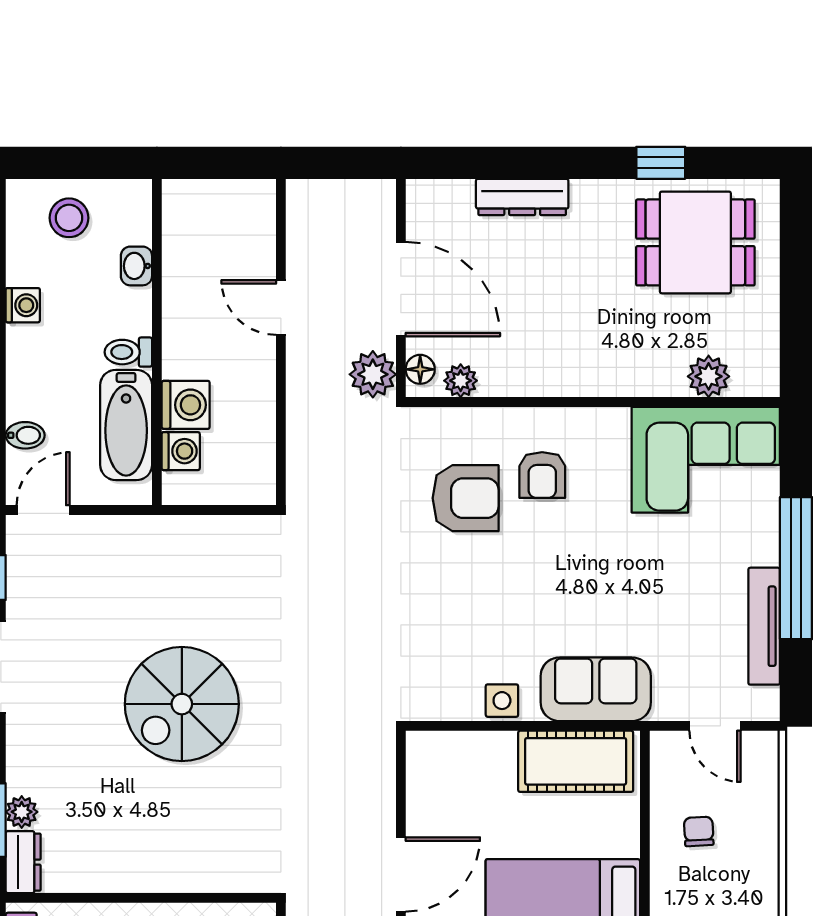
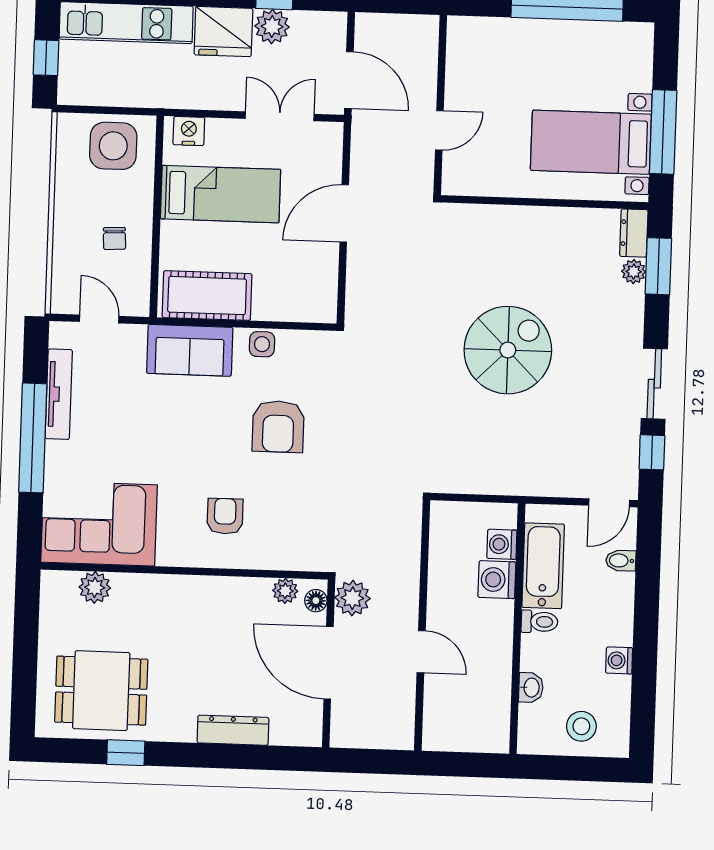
armchair: (466, 498) -> (278, 427), moved, turned -90

